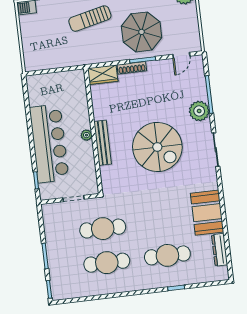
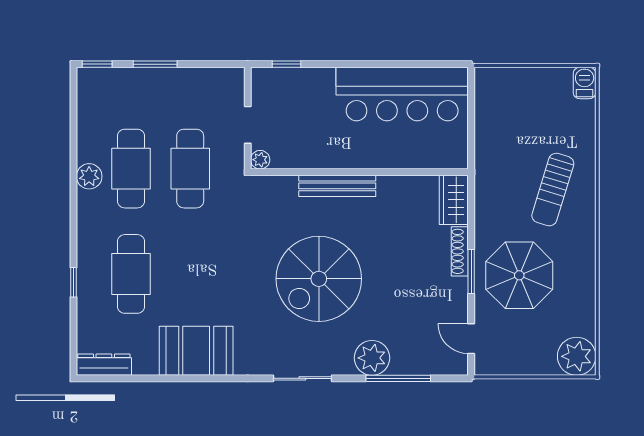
sun lounger: (90, 19) -> (553, 190), turned -150
plant: (86, 135) -> (260, 160), moved
bar counter: (49, 144) -> (402, 94), moved
dresser: (220, 250) -> (104, 365), moved
plant: (114, 286) -> (89, 176), added

